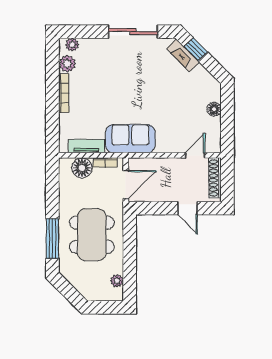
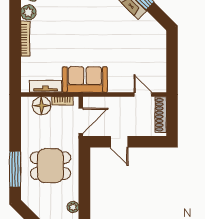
floor lamp: (214, 109) -> (160, 53), removed
door: (195, 155) -> (143, 95), hinge flipped
door: (187, 208) -> (119, 142), moved
dining table: (92, 235) -> (50, 166), width x0.73

